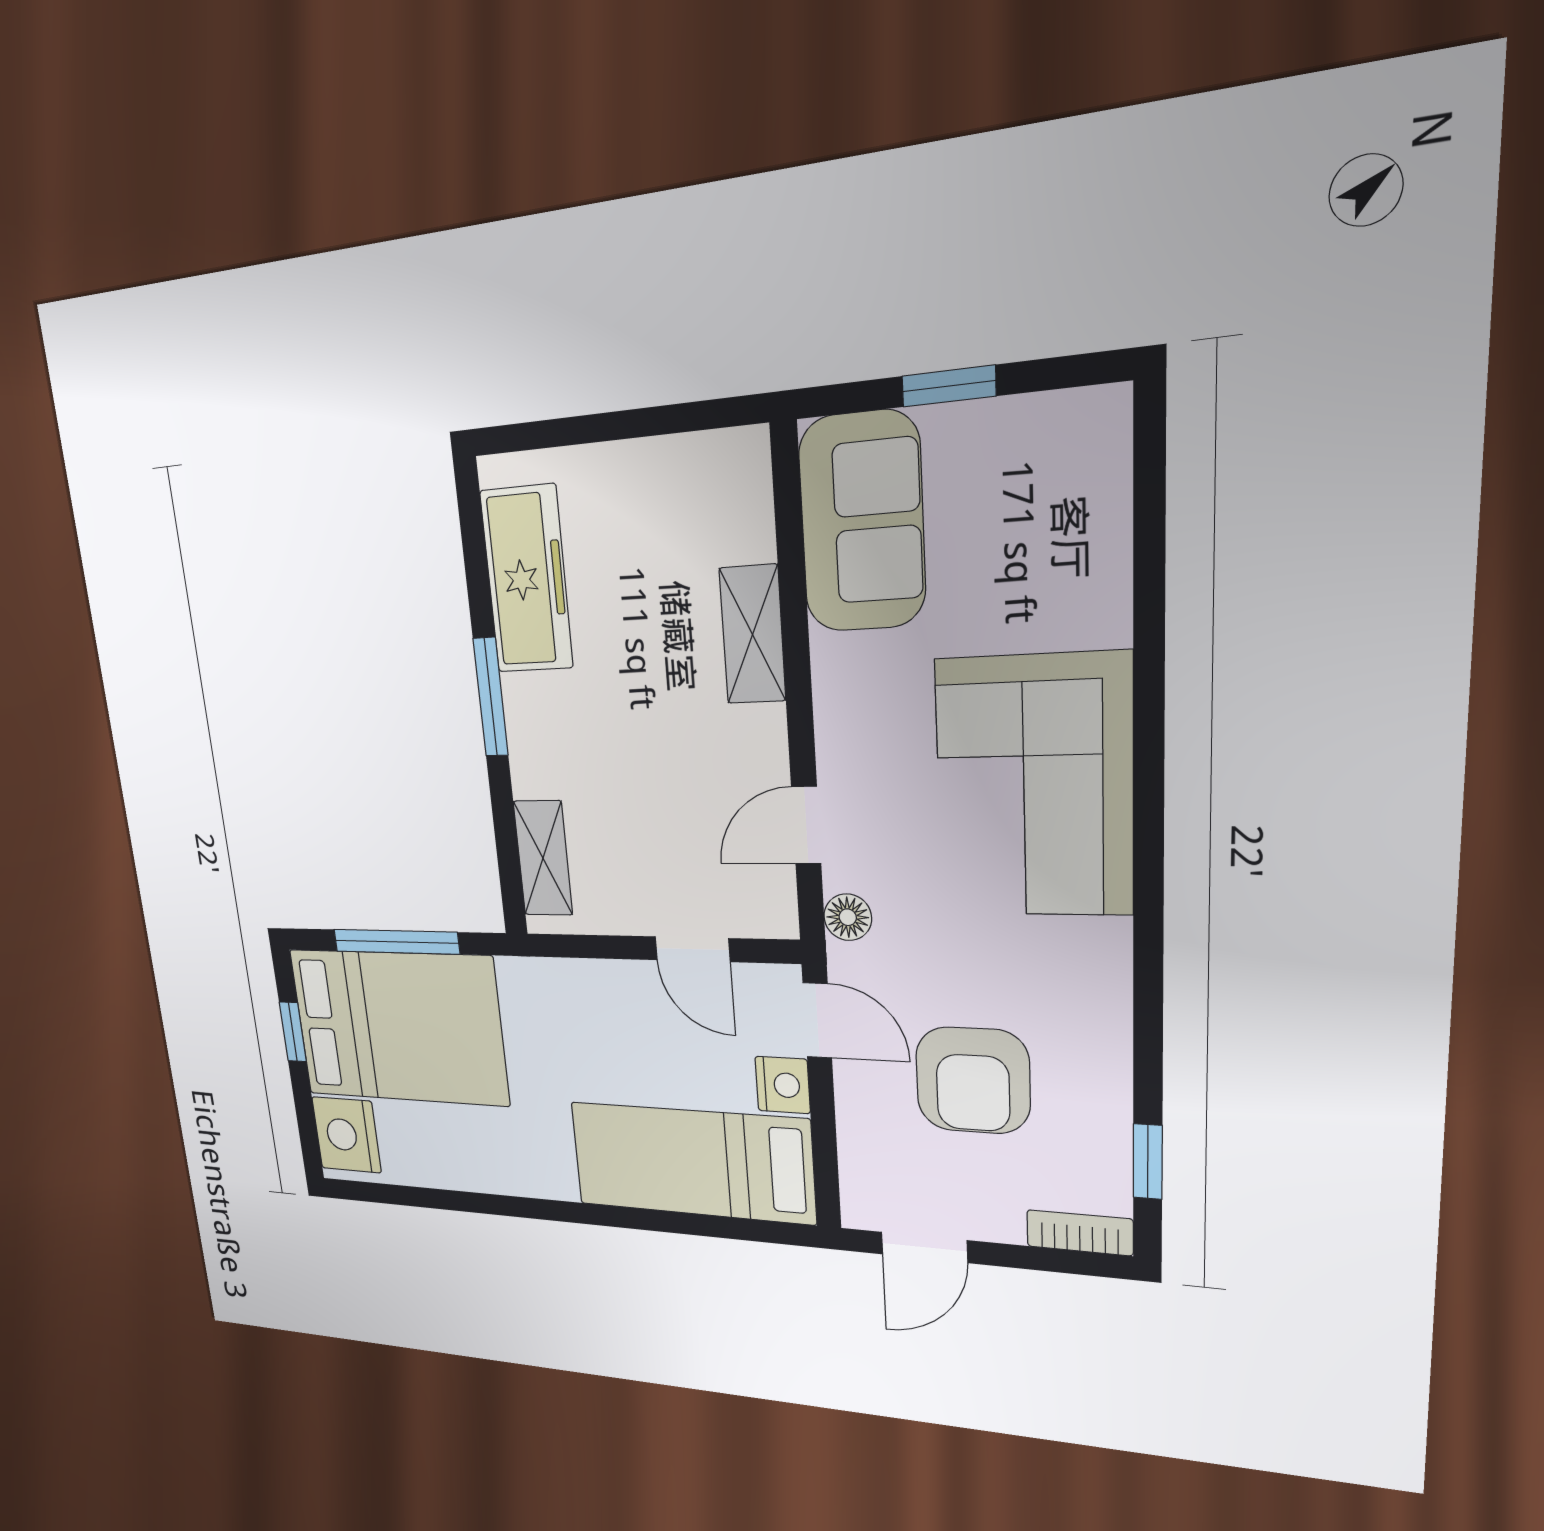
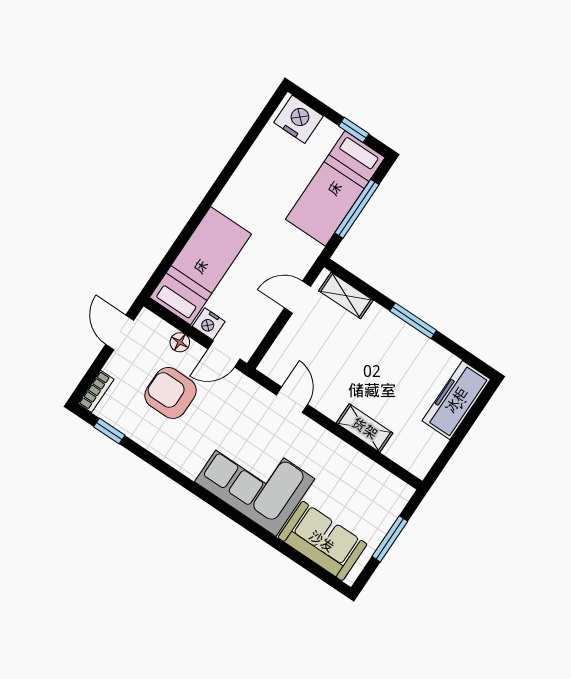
window: (949, 386) -> (390, 539), width x1.50
sofa: (862, 522) -> (322, 541), moved, turned 180
freezer: (527, 580) -> (456, 400), moved, turned 90
floor lamp: (848, 917) -> (180, 342), moved
door: (693, 949) -> (297, 297), moved
bed: (398, 1027) -> (335, 188), width x0.67

